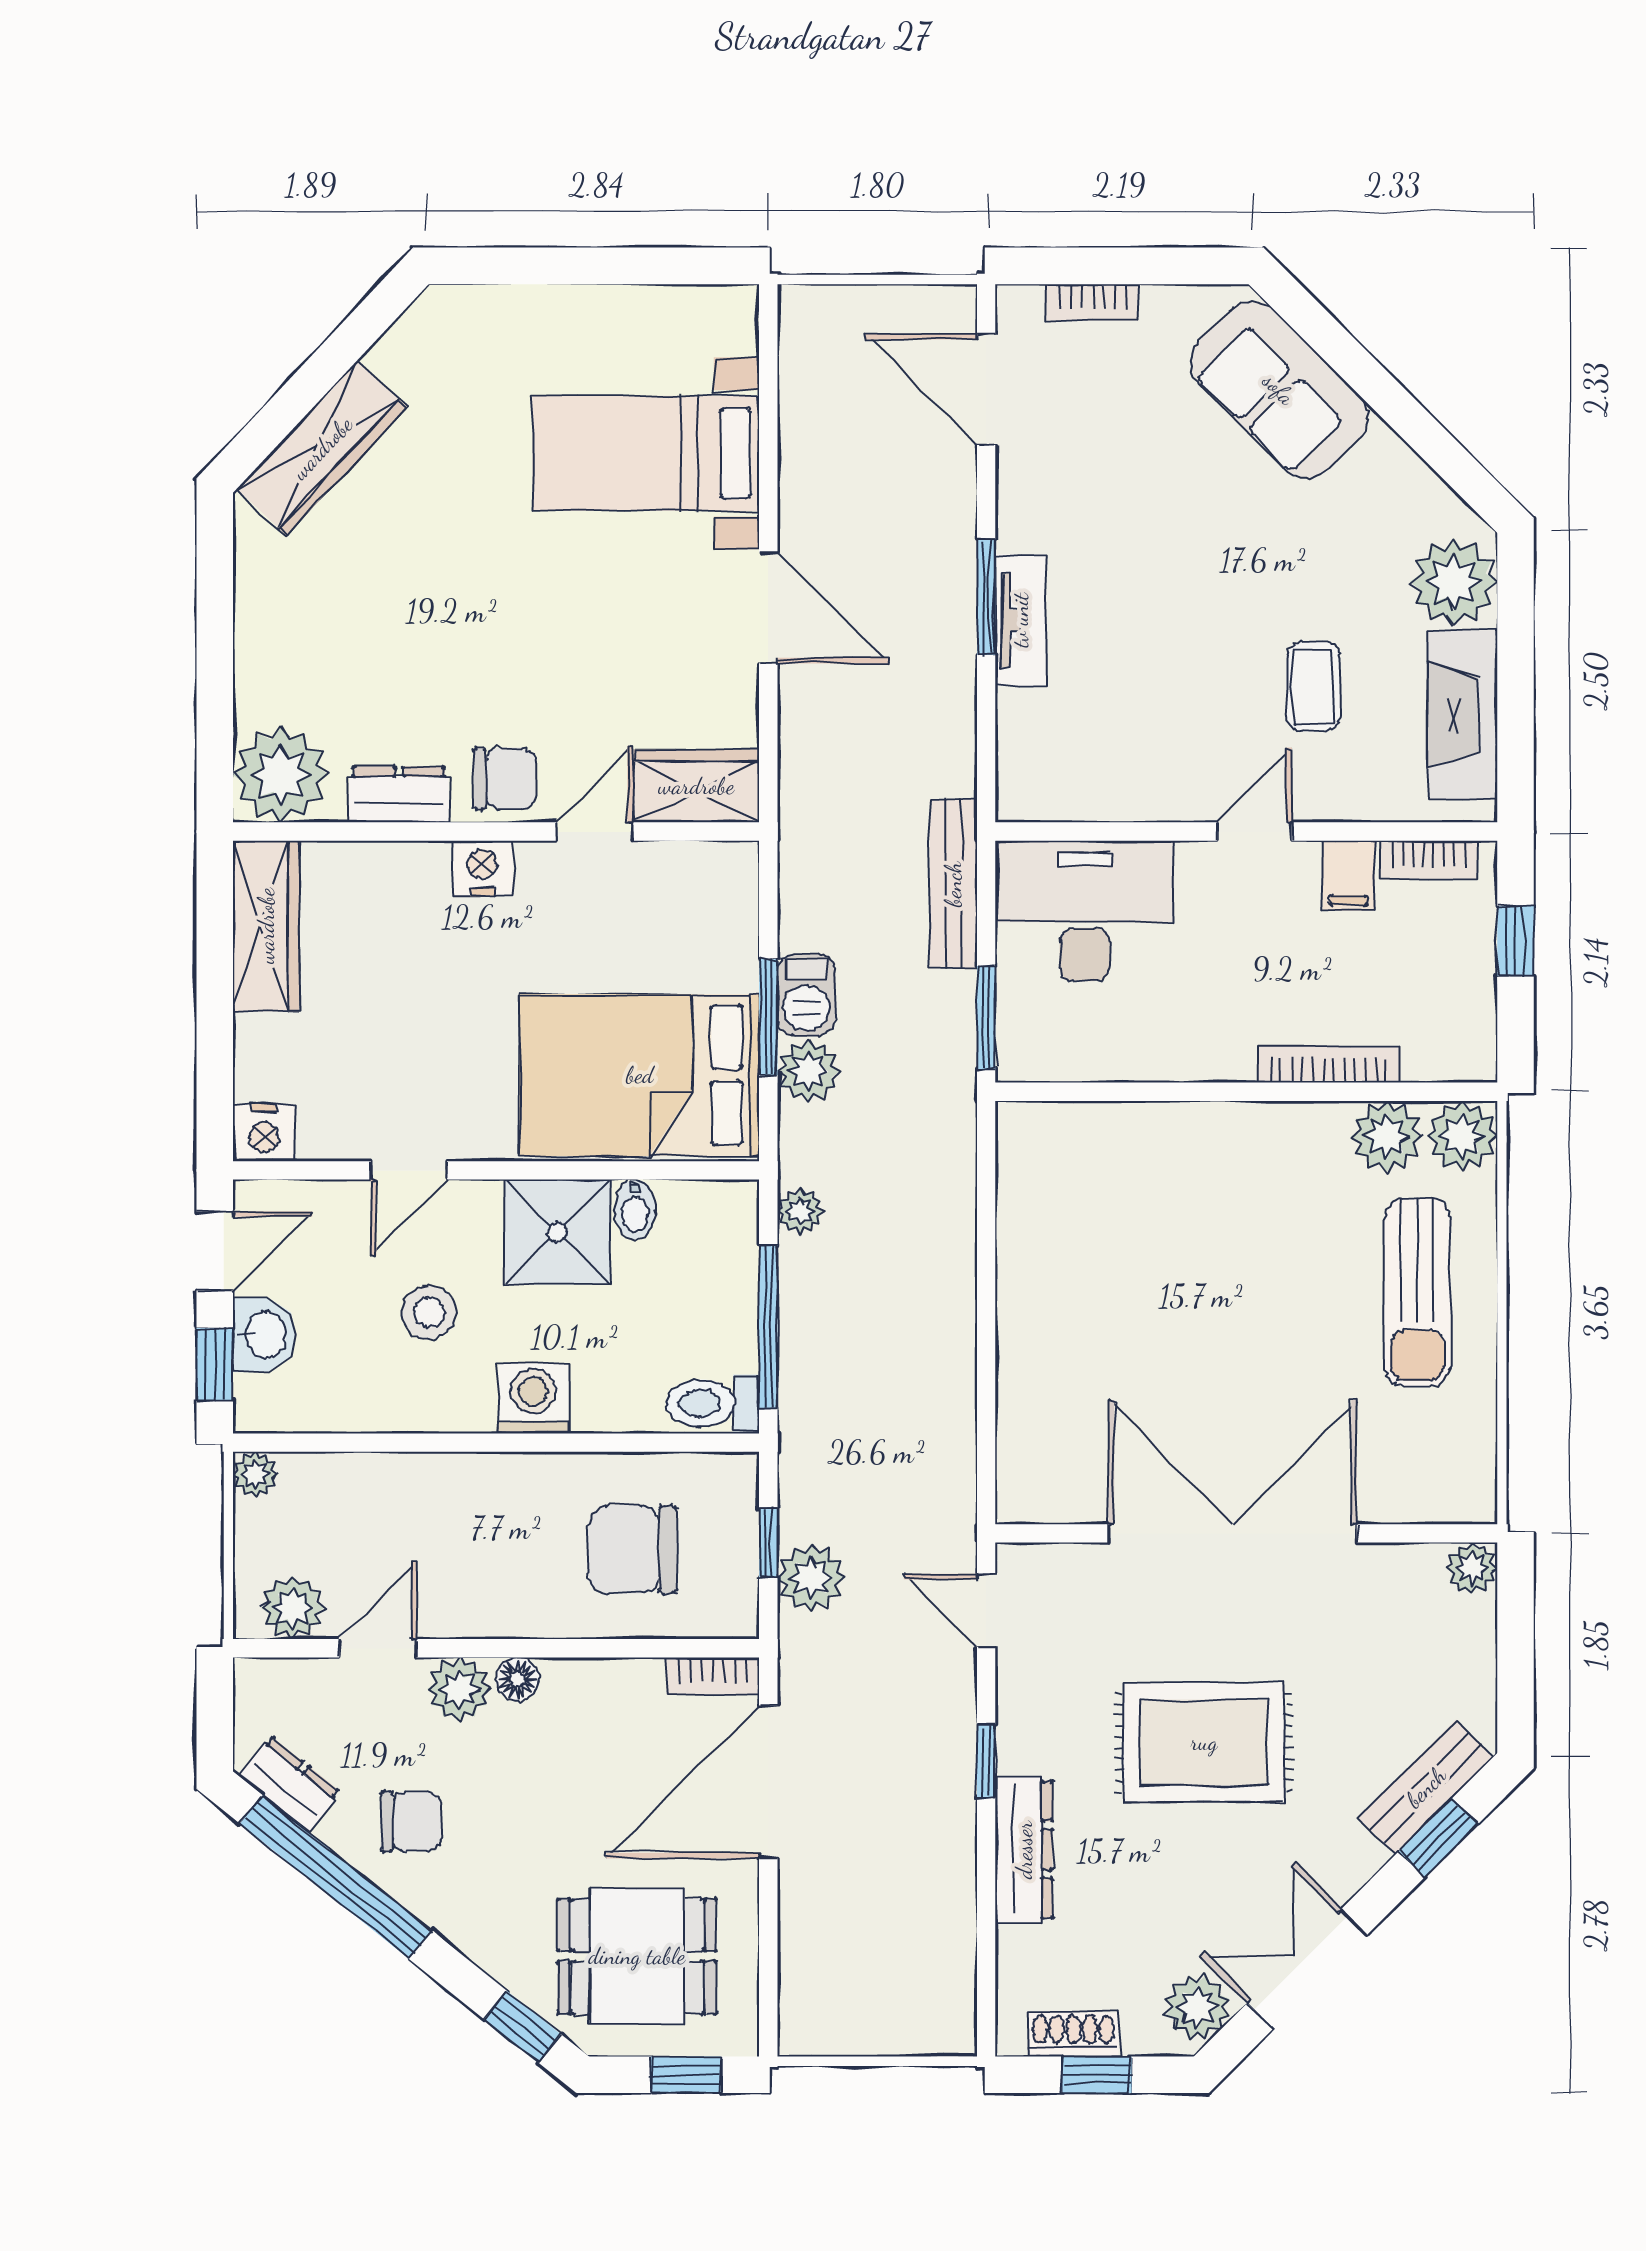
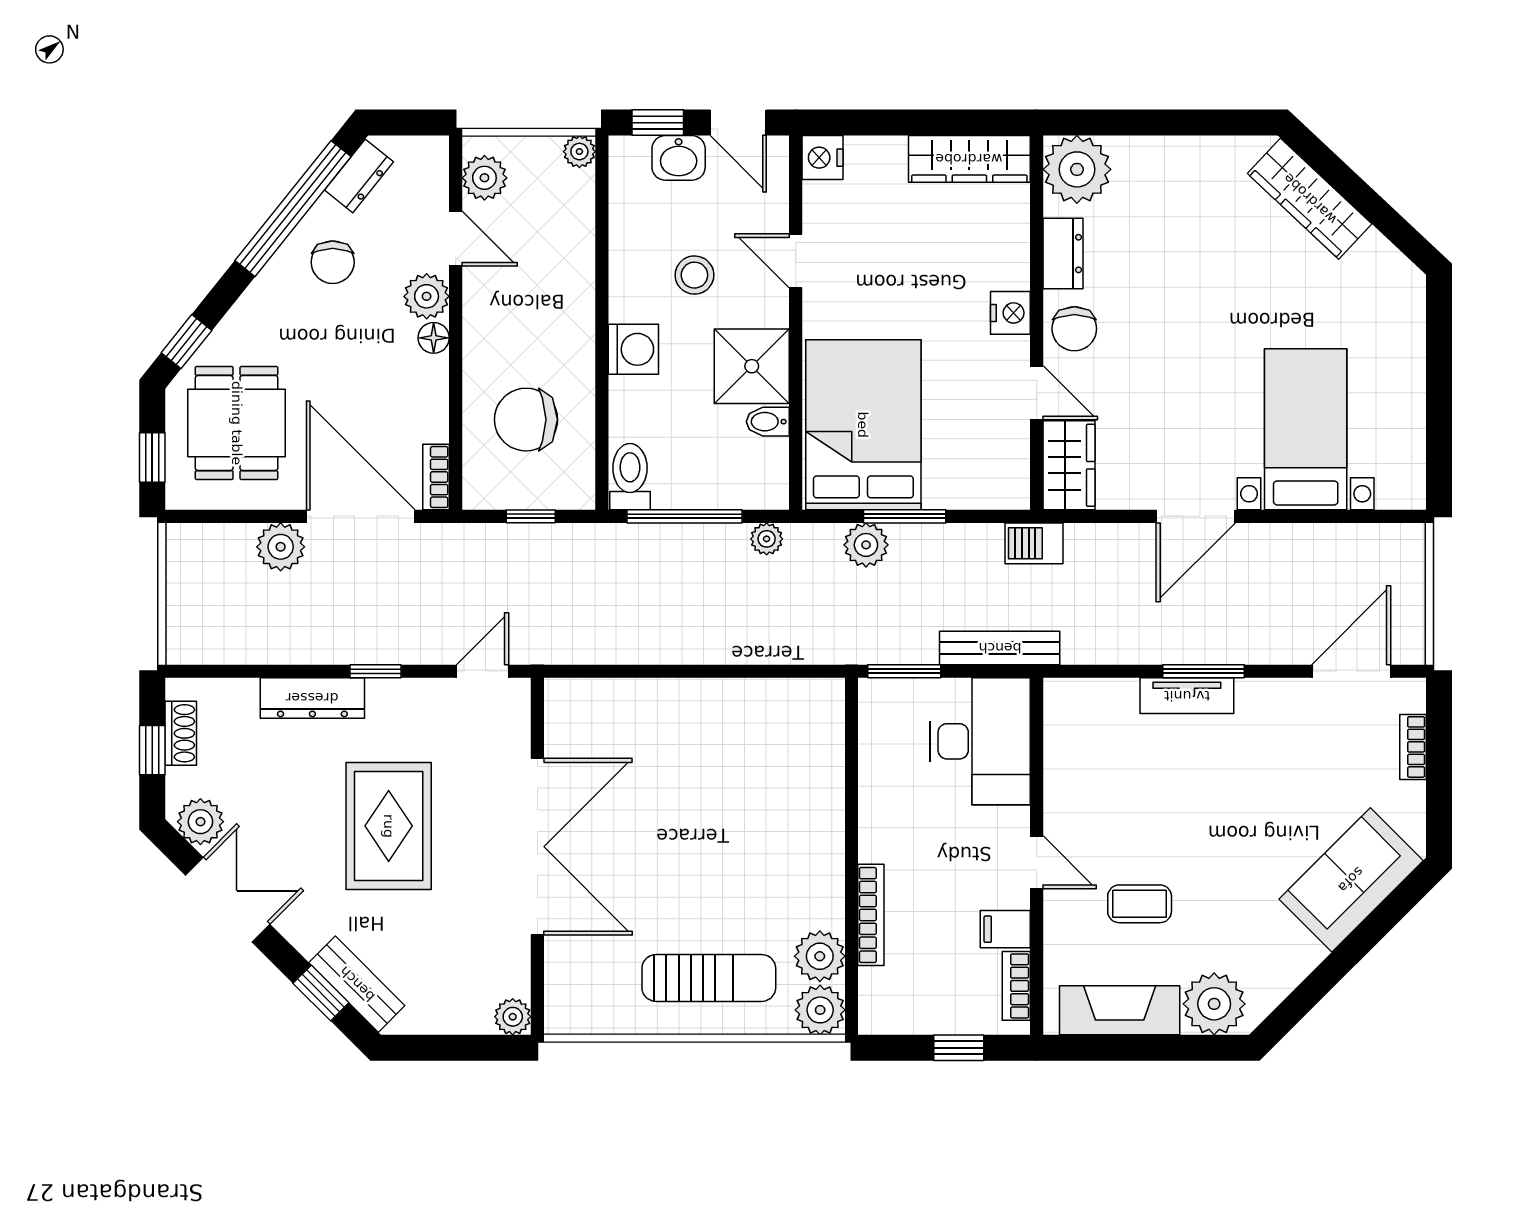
barbecue: (806, 995) -> (1034, 543), moved
sun lounger: (1417, 1292) -> (709, 978), turned 180
chair: (632, 1549) -> (526, 420), turned -90
plant: (811, 1578) -> (281, 547), moved

